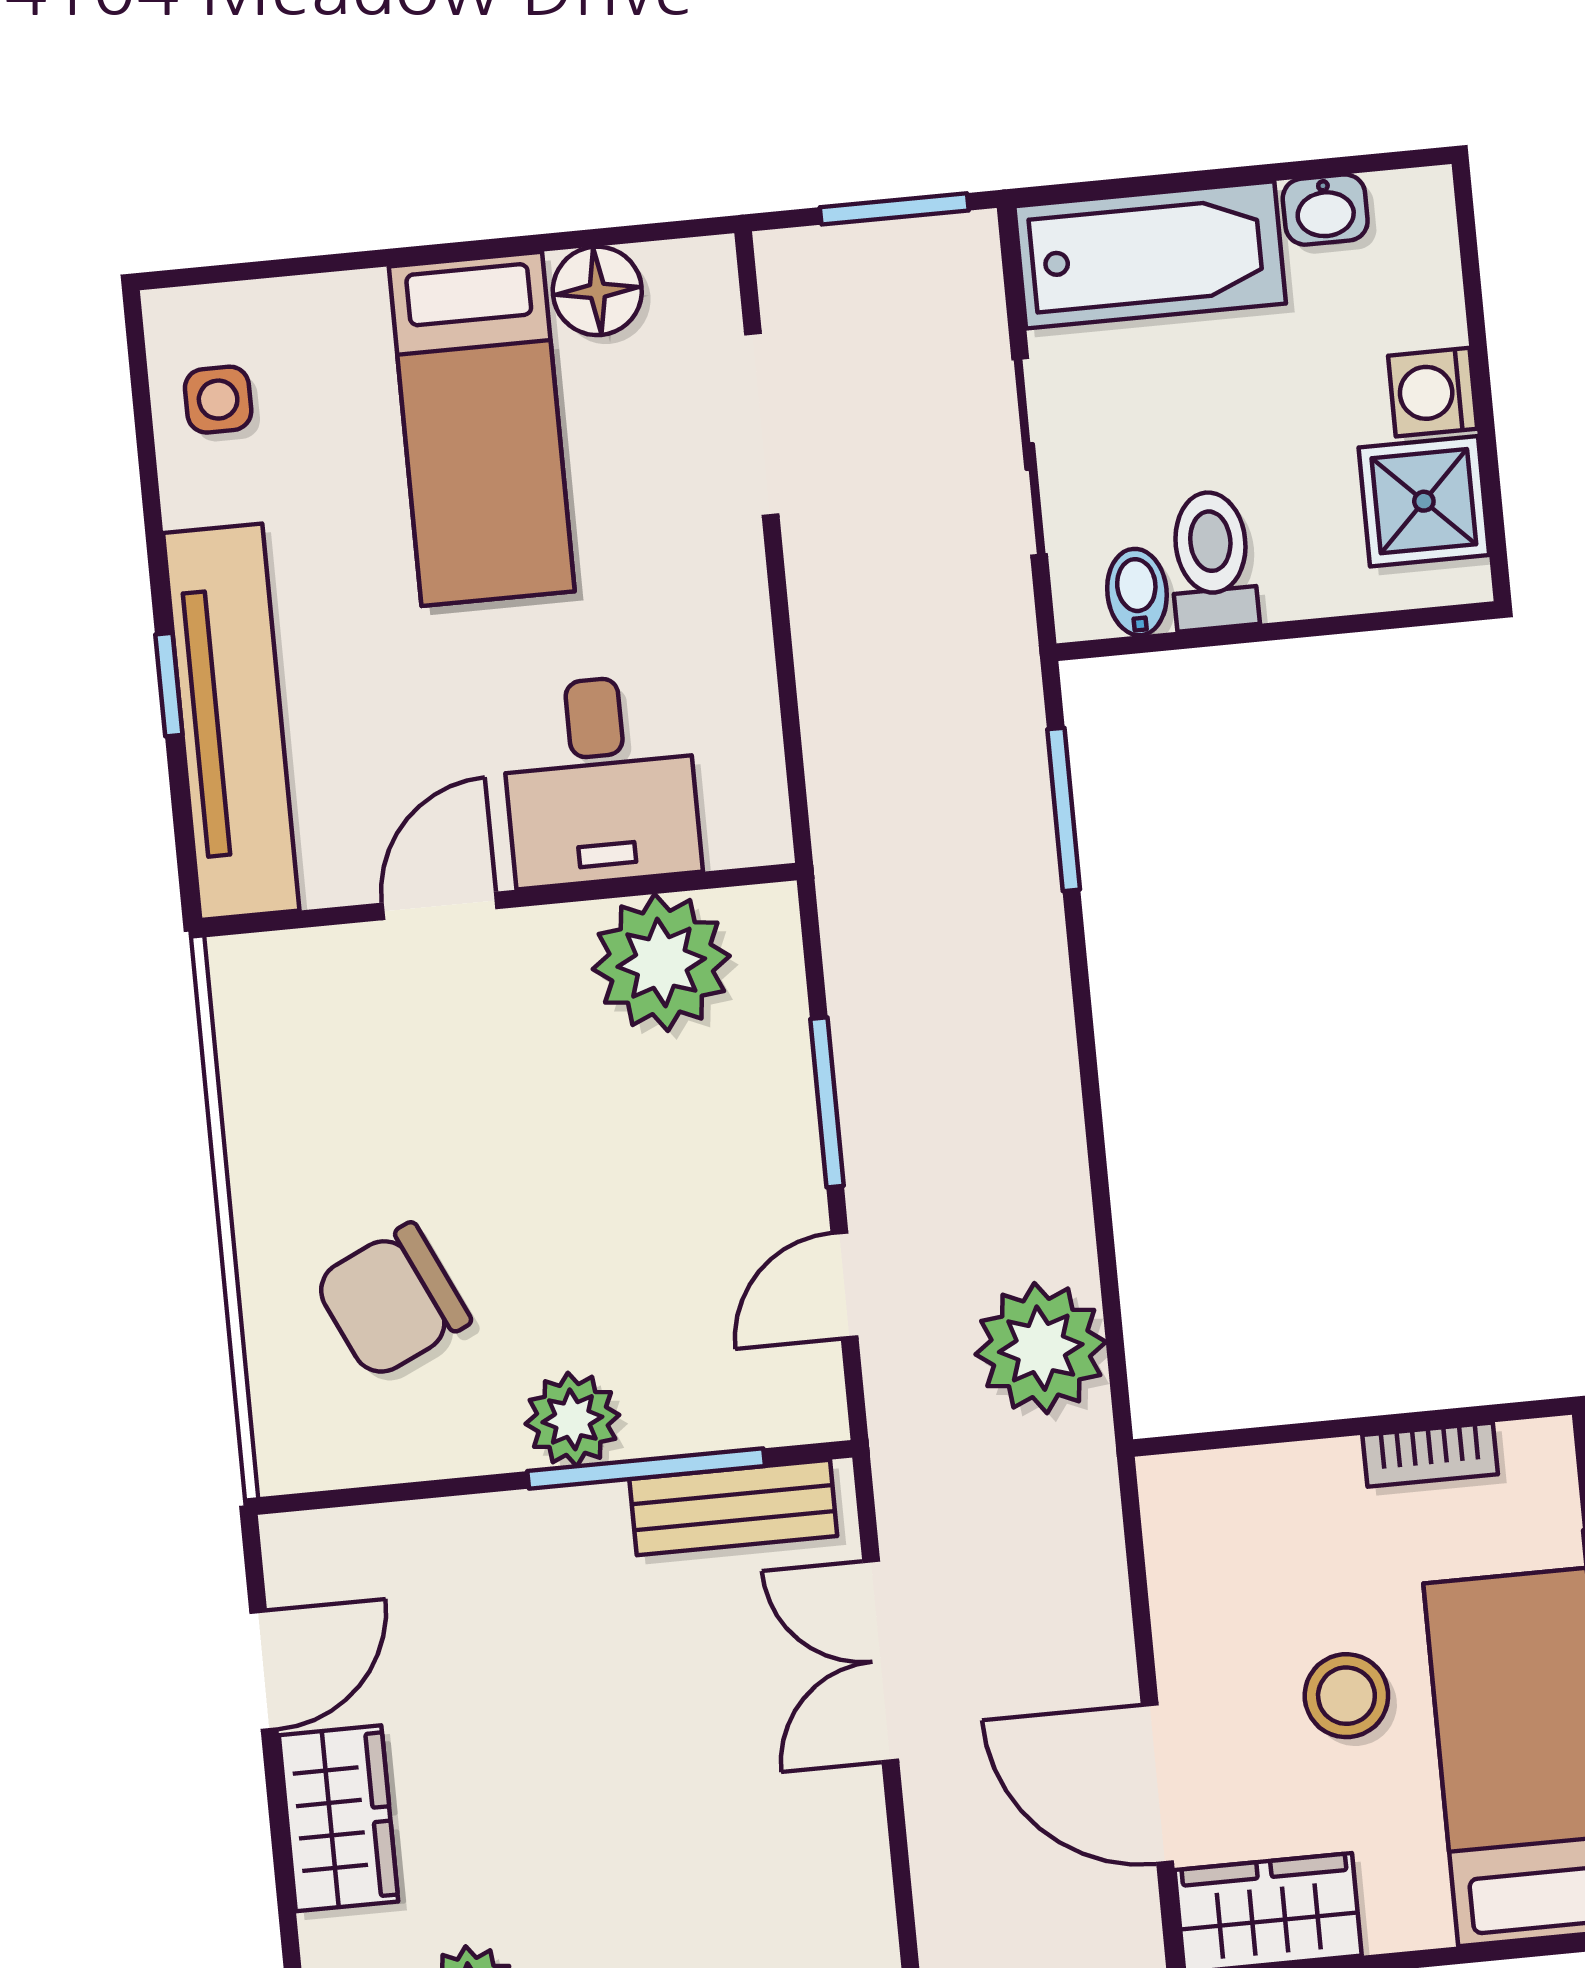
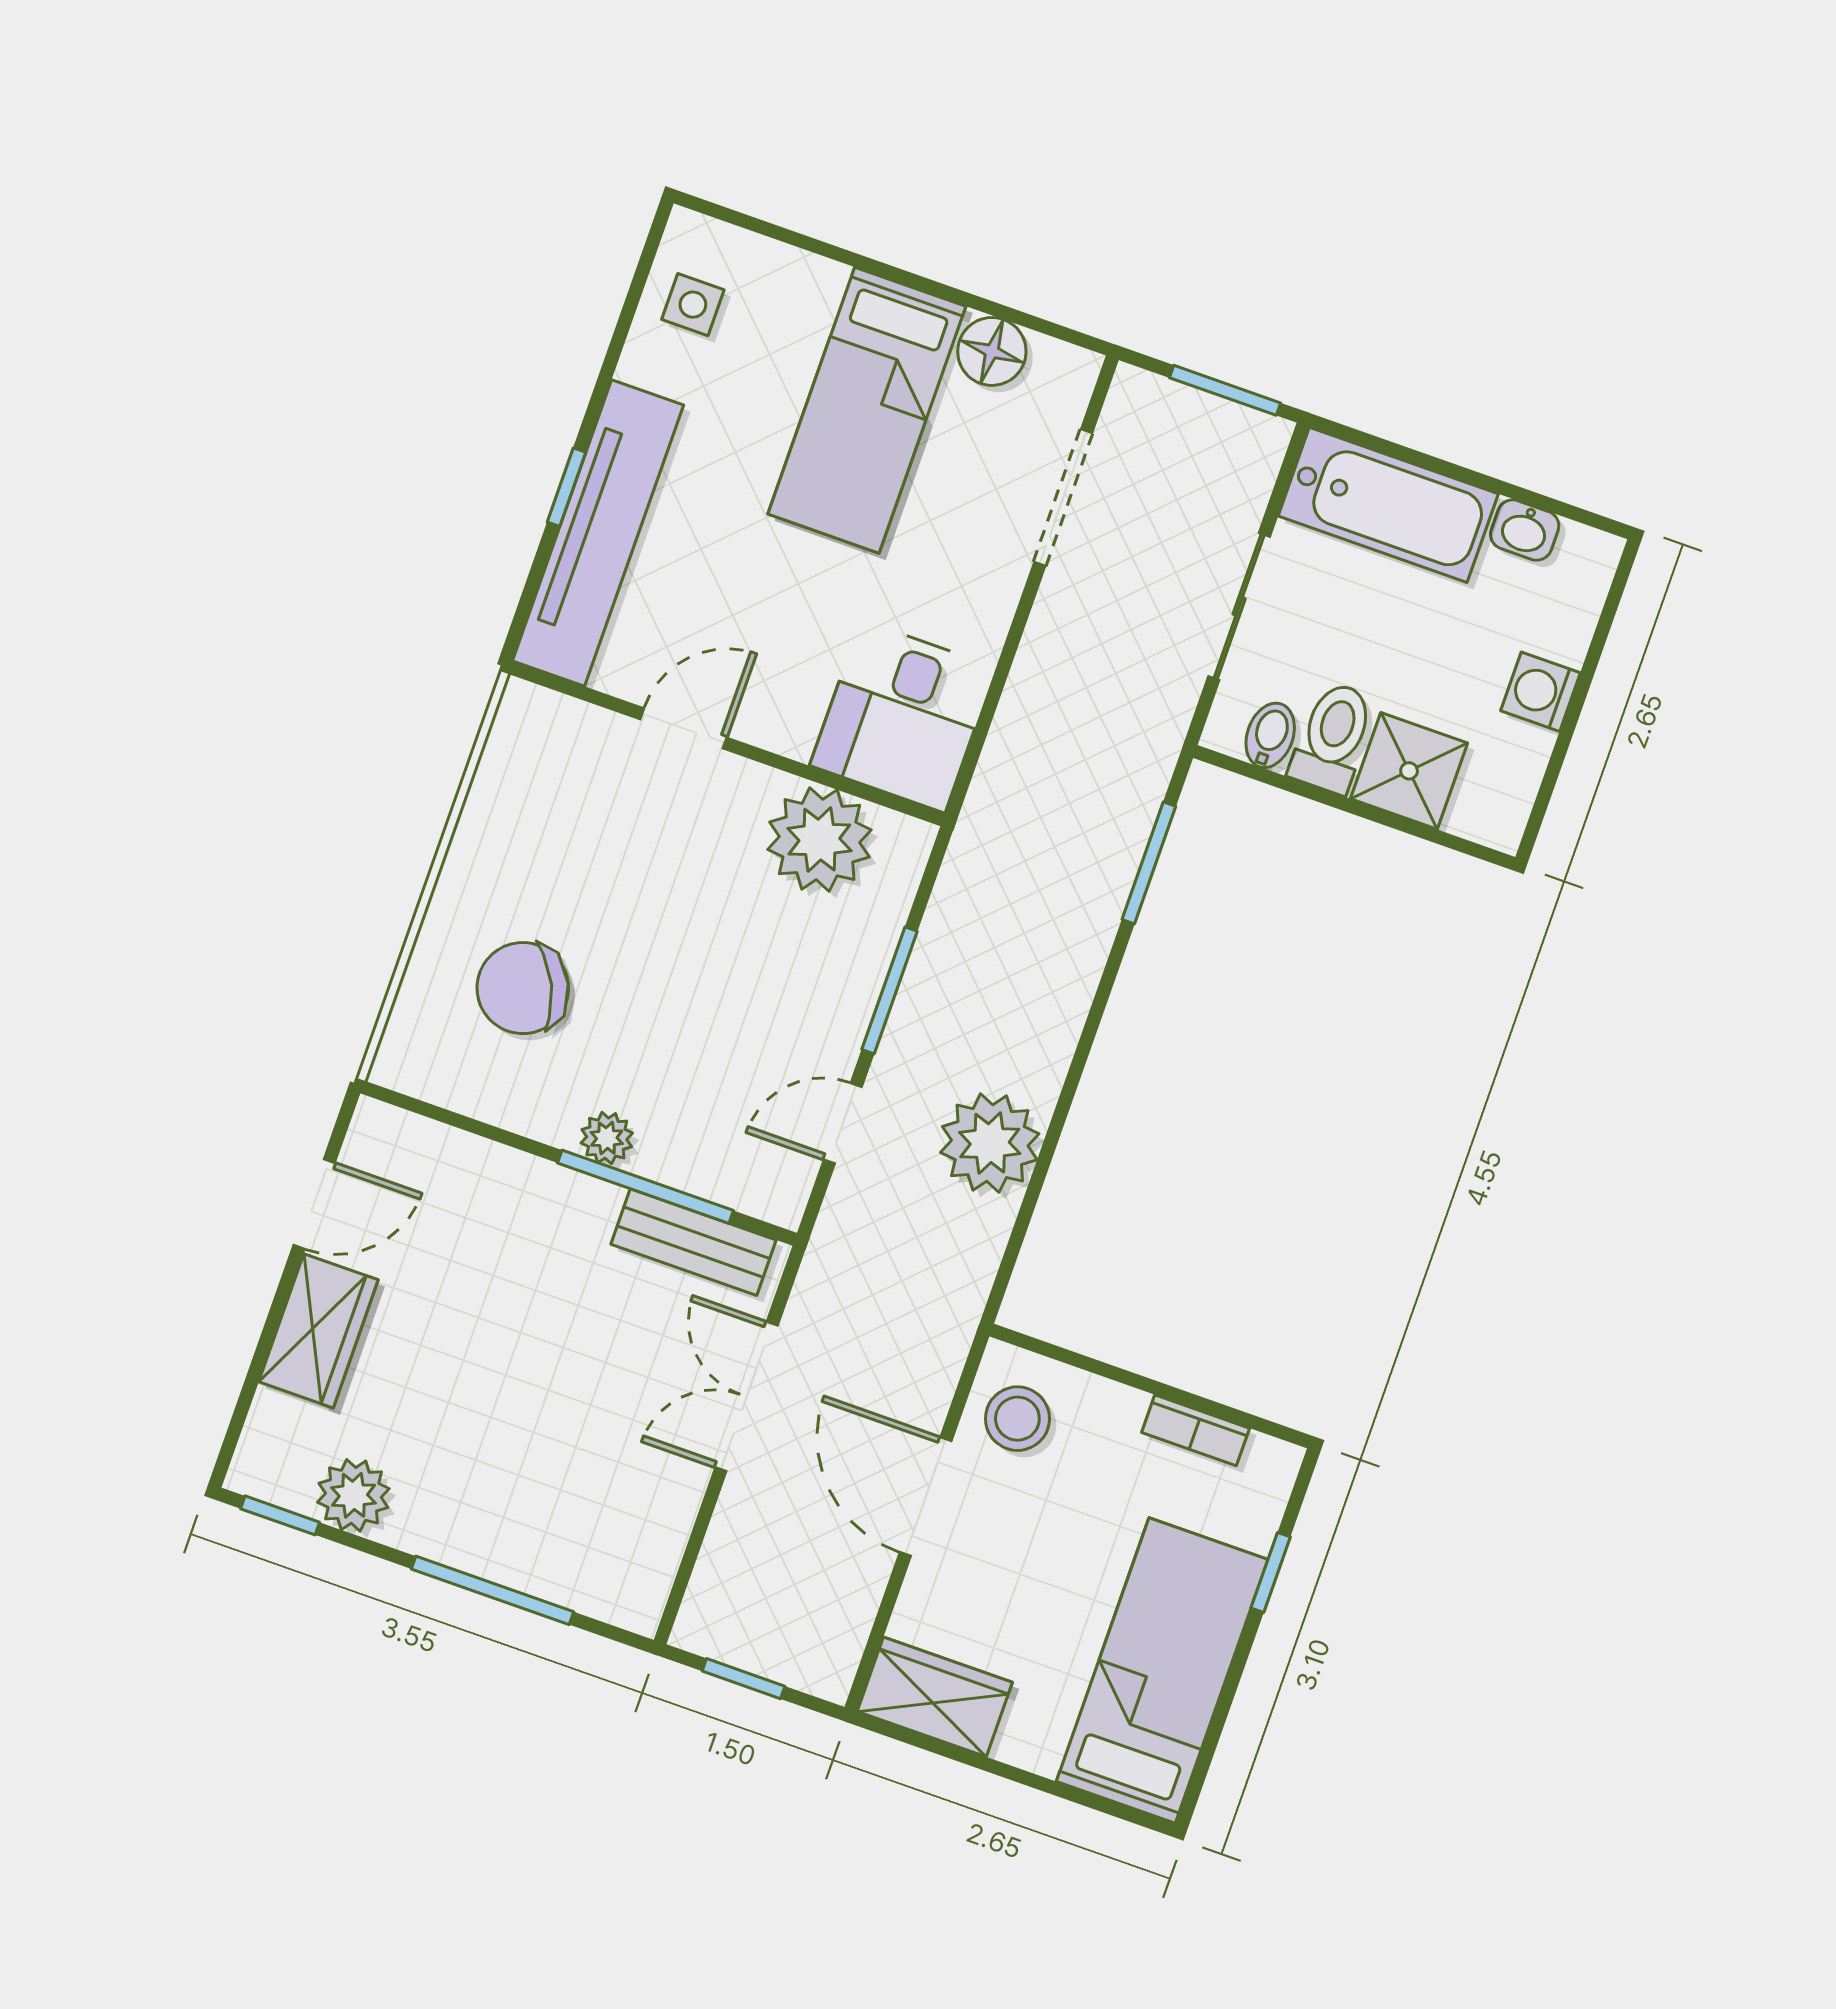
shower: (1424, 501) -> (1409, 771), moved
desk: (600, 780) -> (903, 717), moved
plant: (1041, 1348) -> (990, 1143), moved
plant: (572, 1419) -> (607, 1138), width x0.73, depth x0.73
stool: (1346, 1696) -> (1017, 1419), moved
door: (1157, 1784) -> (926, 1497), moved

